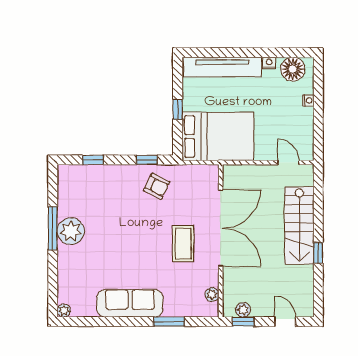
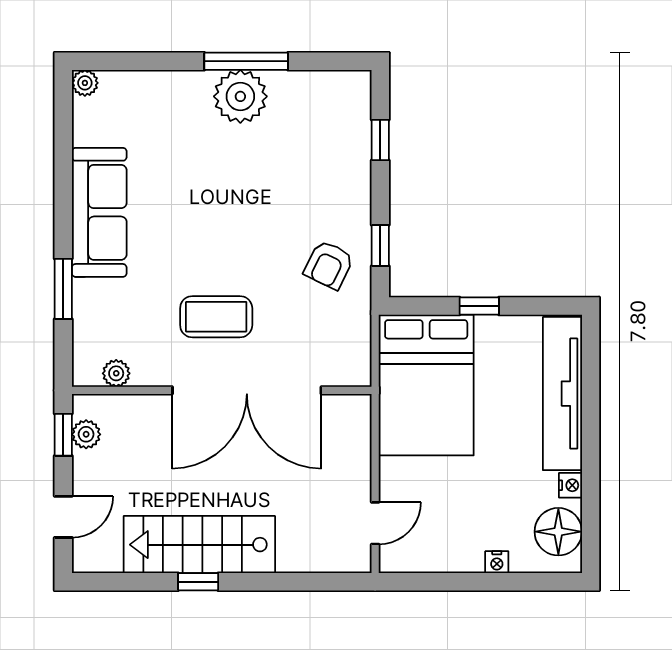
stairs: (299, 225) -> (199, 545), moved

